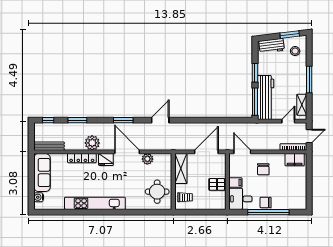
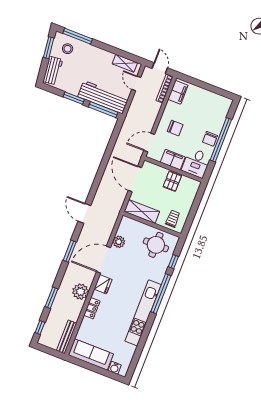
window: (309, 80) -> (78, 36), moved
locker: (82, 158) -> (92, 308), width x0.66
filing cabinet: (235, 182) -> (173, 160), width x2.00
window: (117, 212) -> (161, 294), added
window: (149, 212) -> (173, 262), added

